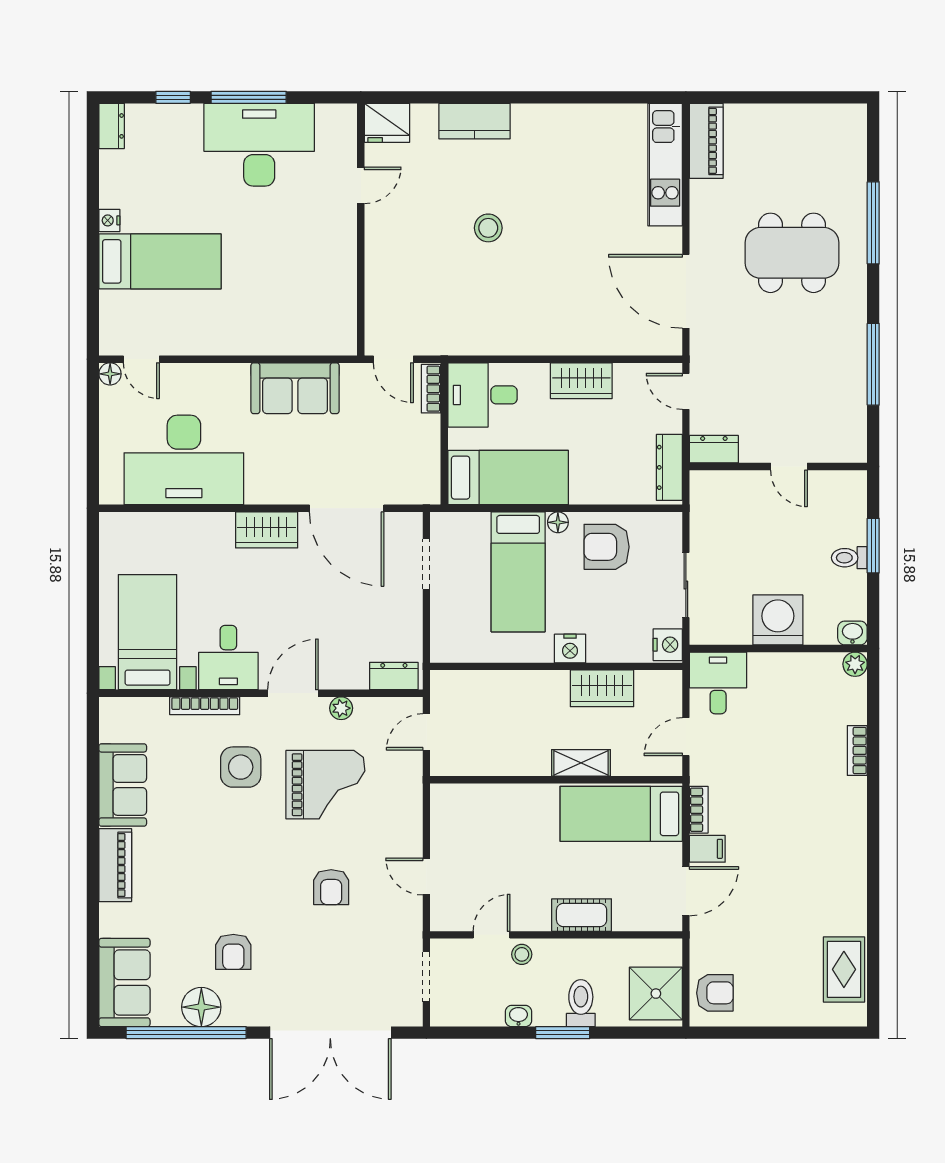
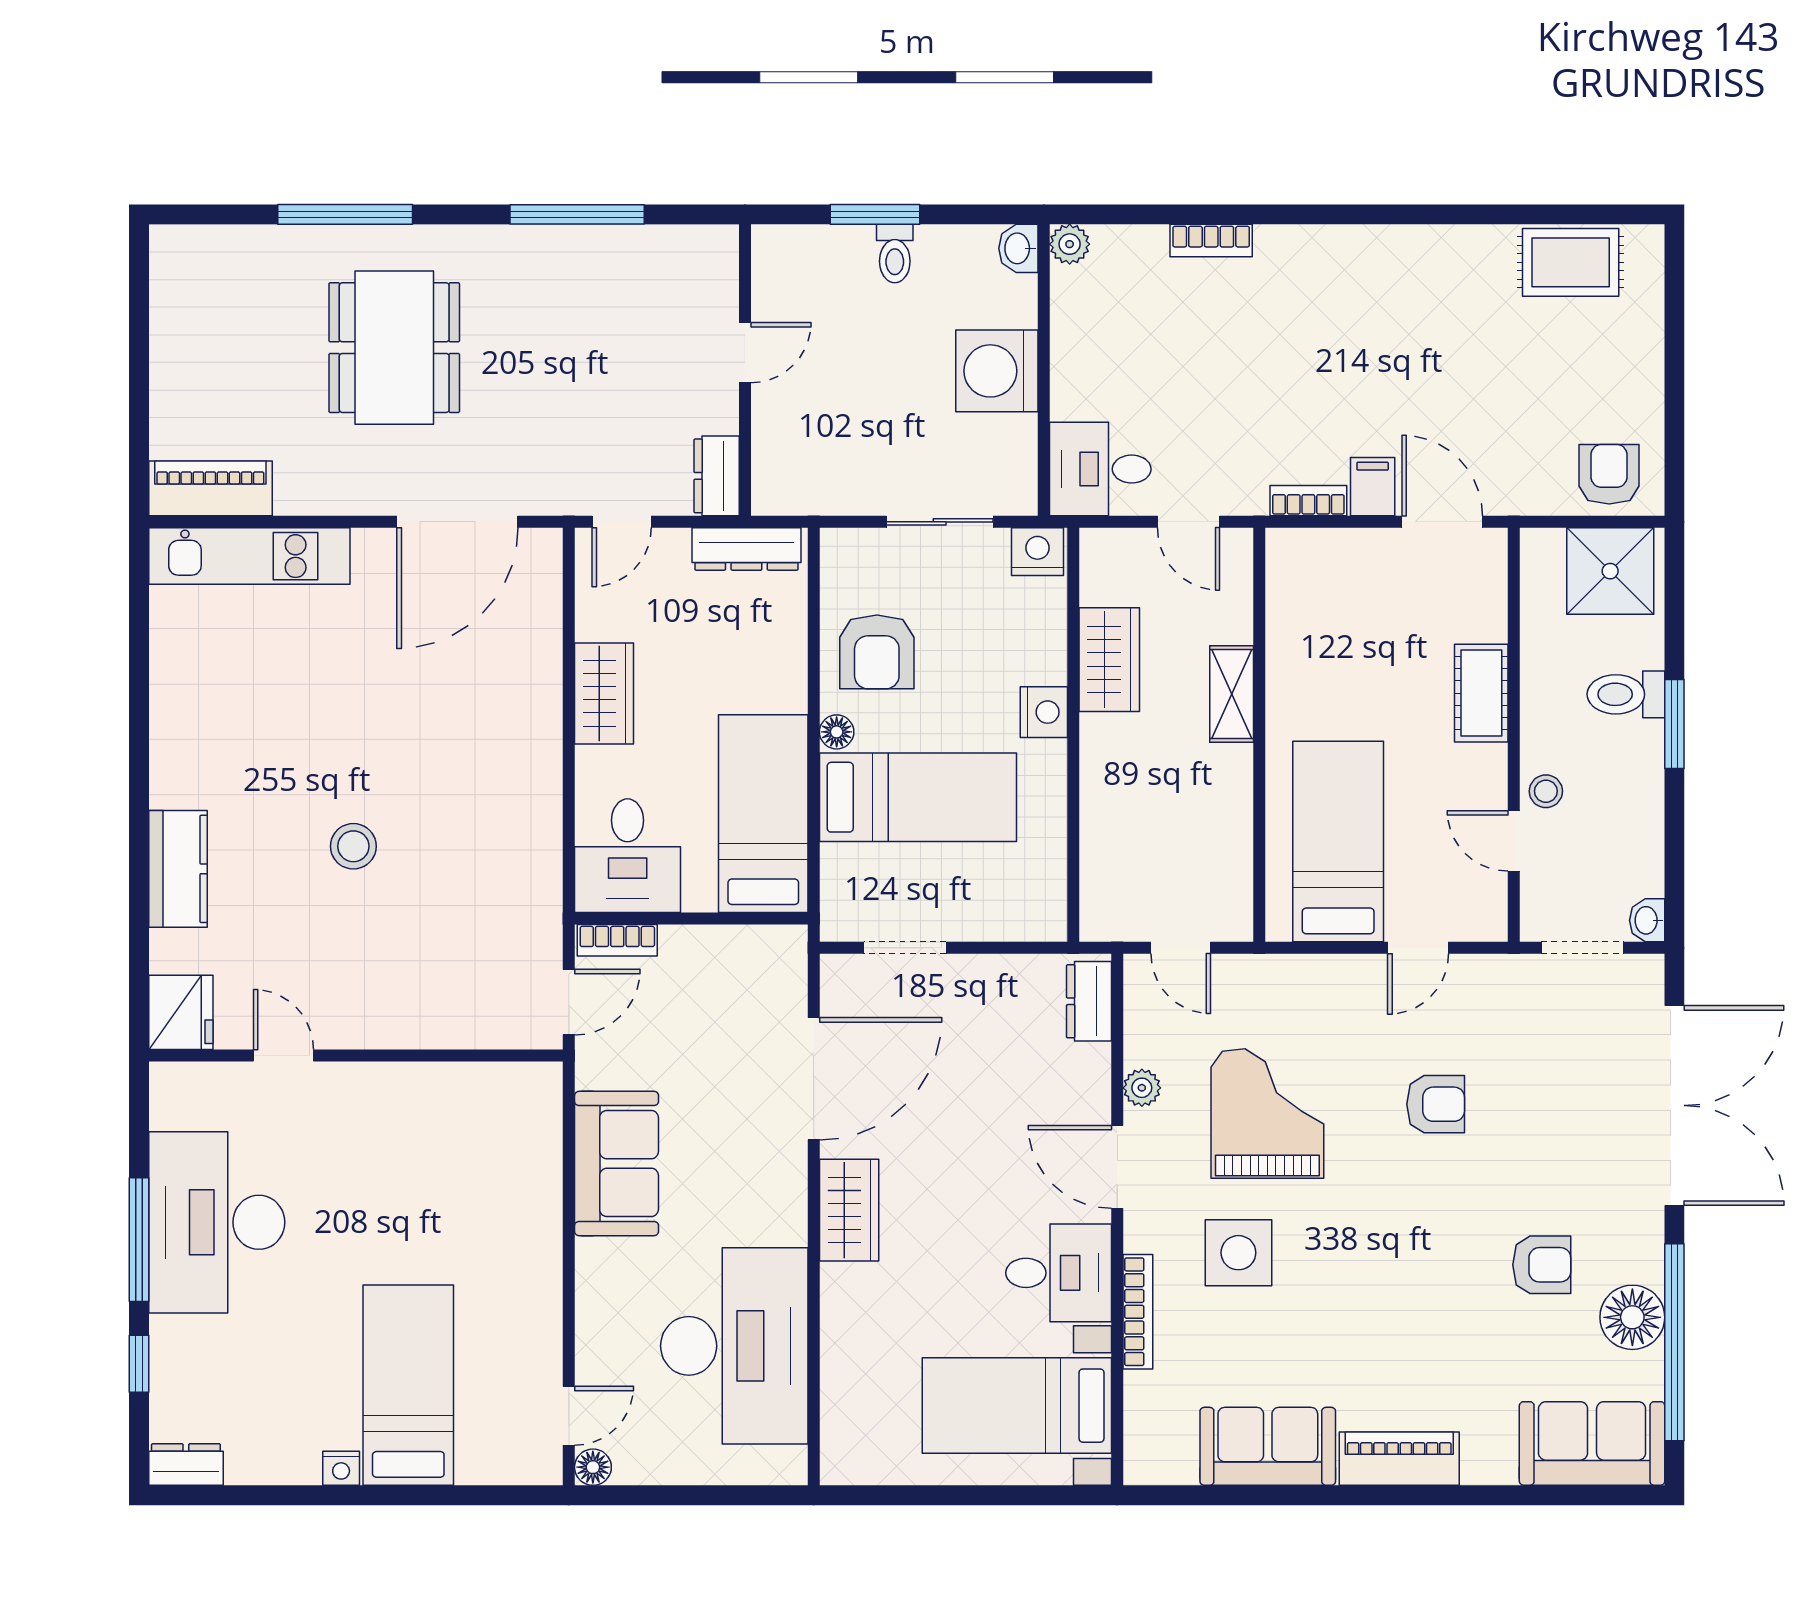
bed: (621, 814) -> (1338, 842), moved, turned 180
washbasin: (518, 1016) -> (1647, 920), moved

